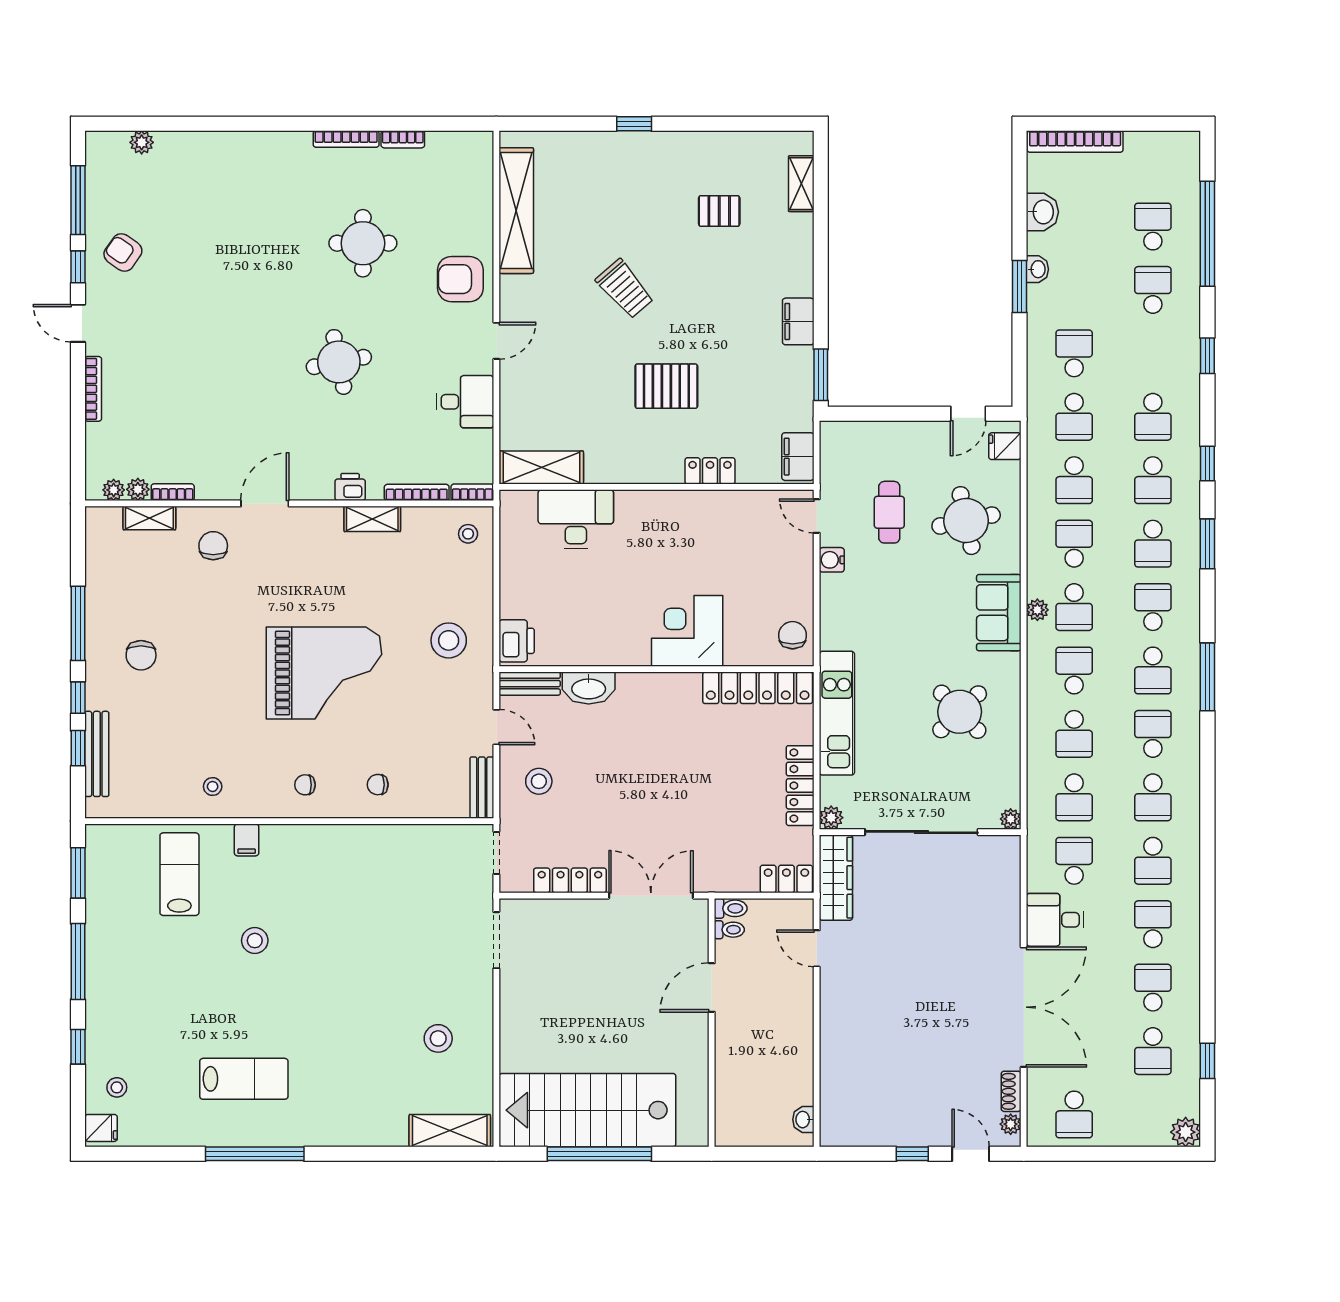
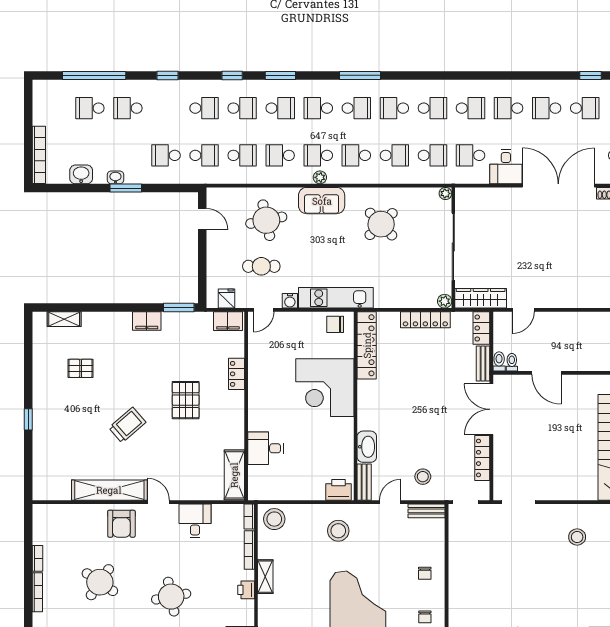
shelving: (516, 211) -> (109, 490), moved
pallet: (719, 211) -> (81, 368), turned 90
round table: (363, 243) -> (100, 582), turned 34
fridge: (1005, 446) -> (226, 299), moved, turned 180
desk: (576, 519) -> (265, 448), width x0.73
stool: (468, 534) -> (274, 519), width x1.89, depth x1.89
school desk: (1074, 607) -> (318, 155), turned 180
corner desk: (687, 631) -> (325, 388), width x1.36, depth x1.36
kitchen unit: (837, 713) -> (336, 298), moved
bench: (727, 882) -> (483, 363), added

